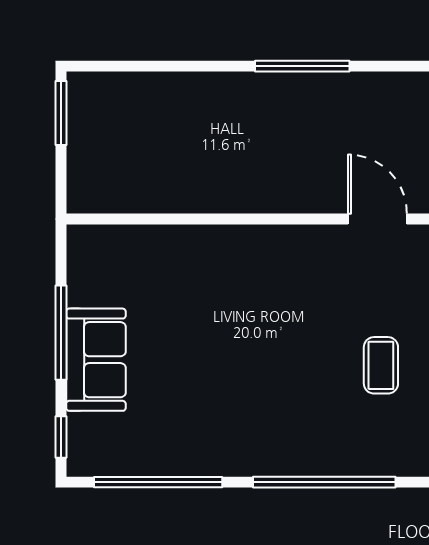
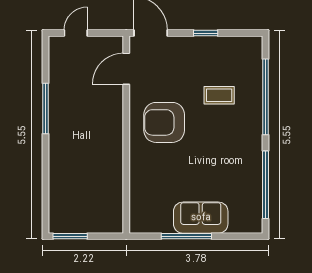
armchair: (276, 290) -> (164, 122), added
coffee table: (381, 365) -> (219, 95), moved
window: (61, 437) -> (242, 236), removed

